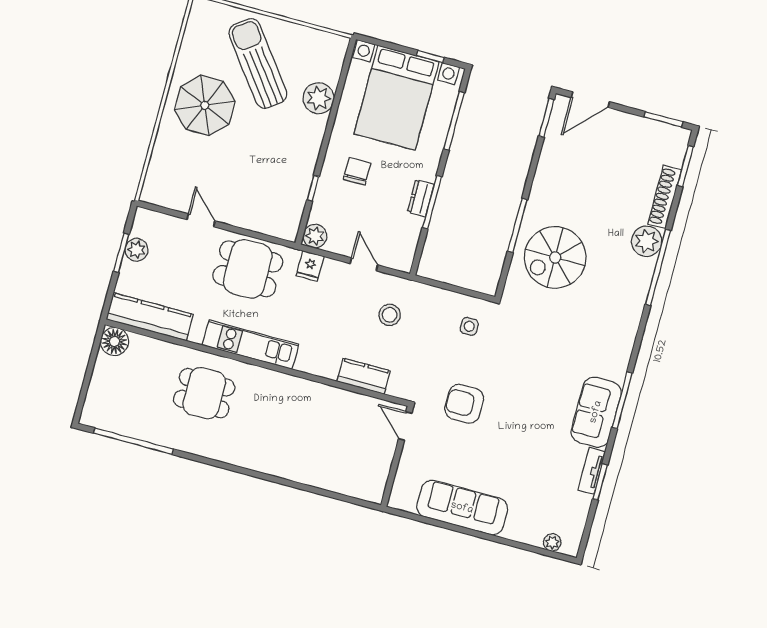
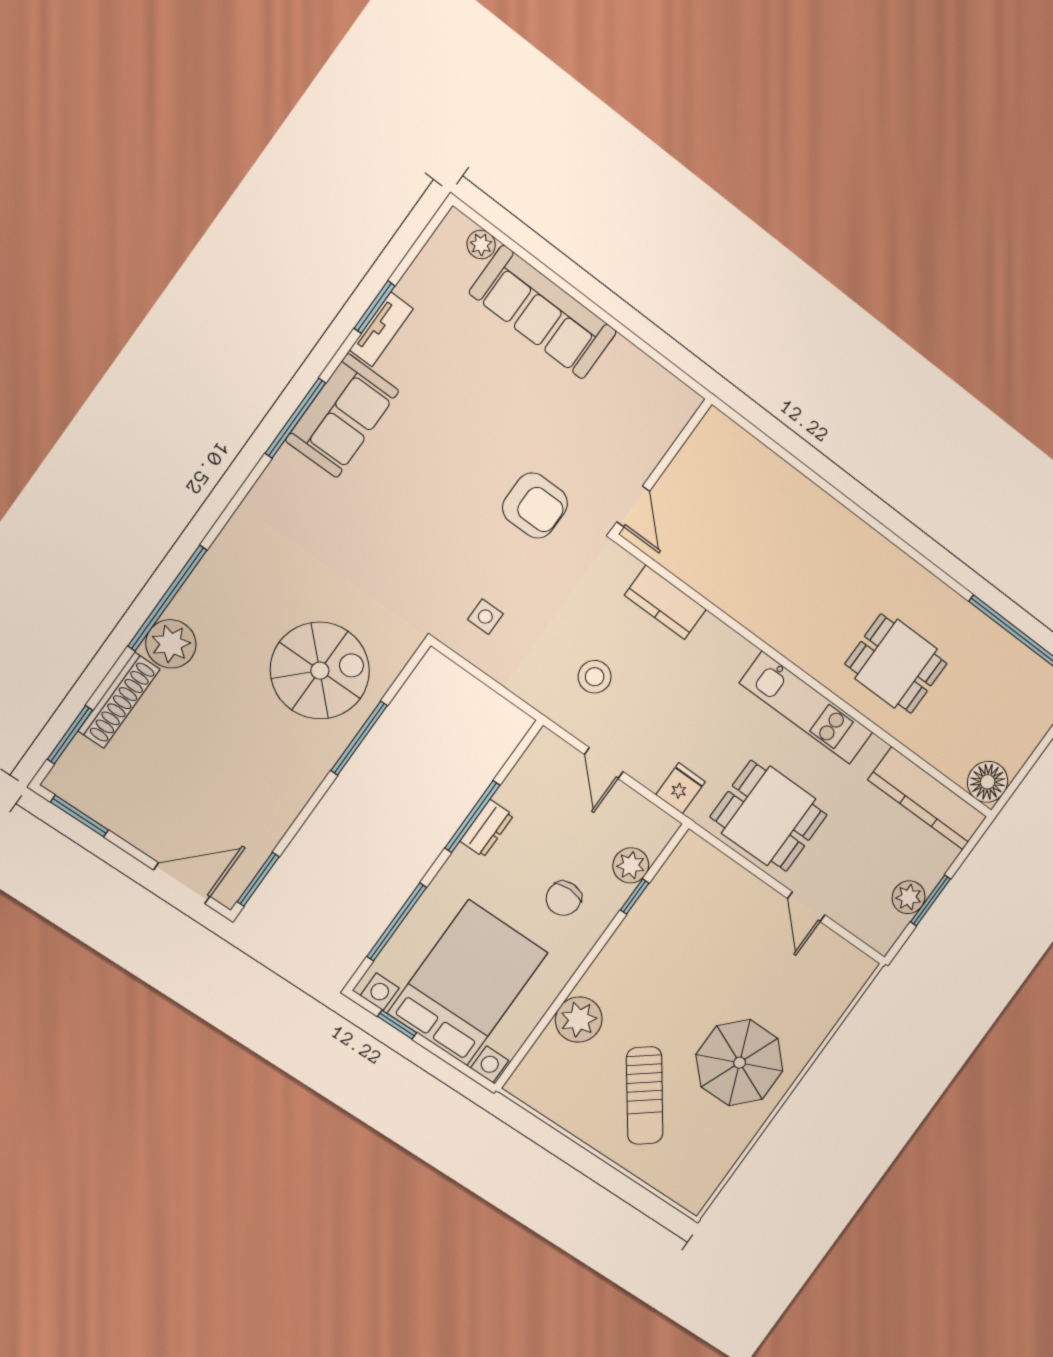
sun lounger: (258, 63) -> (645, 1096), width x0.73, depth x0.75
plant: (315, 236) -> (631, 865), moved
sofa: (462, 508) -> (543, 312), moved

